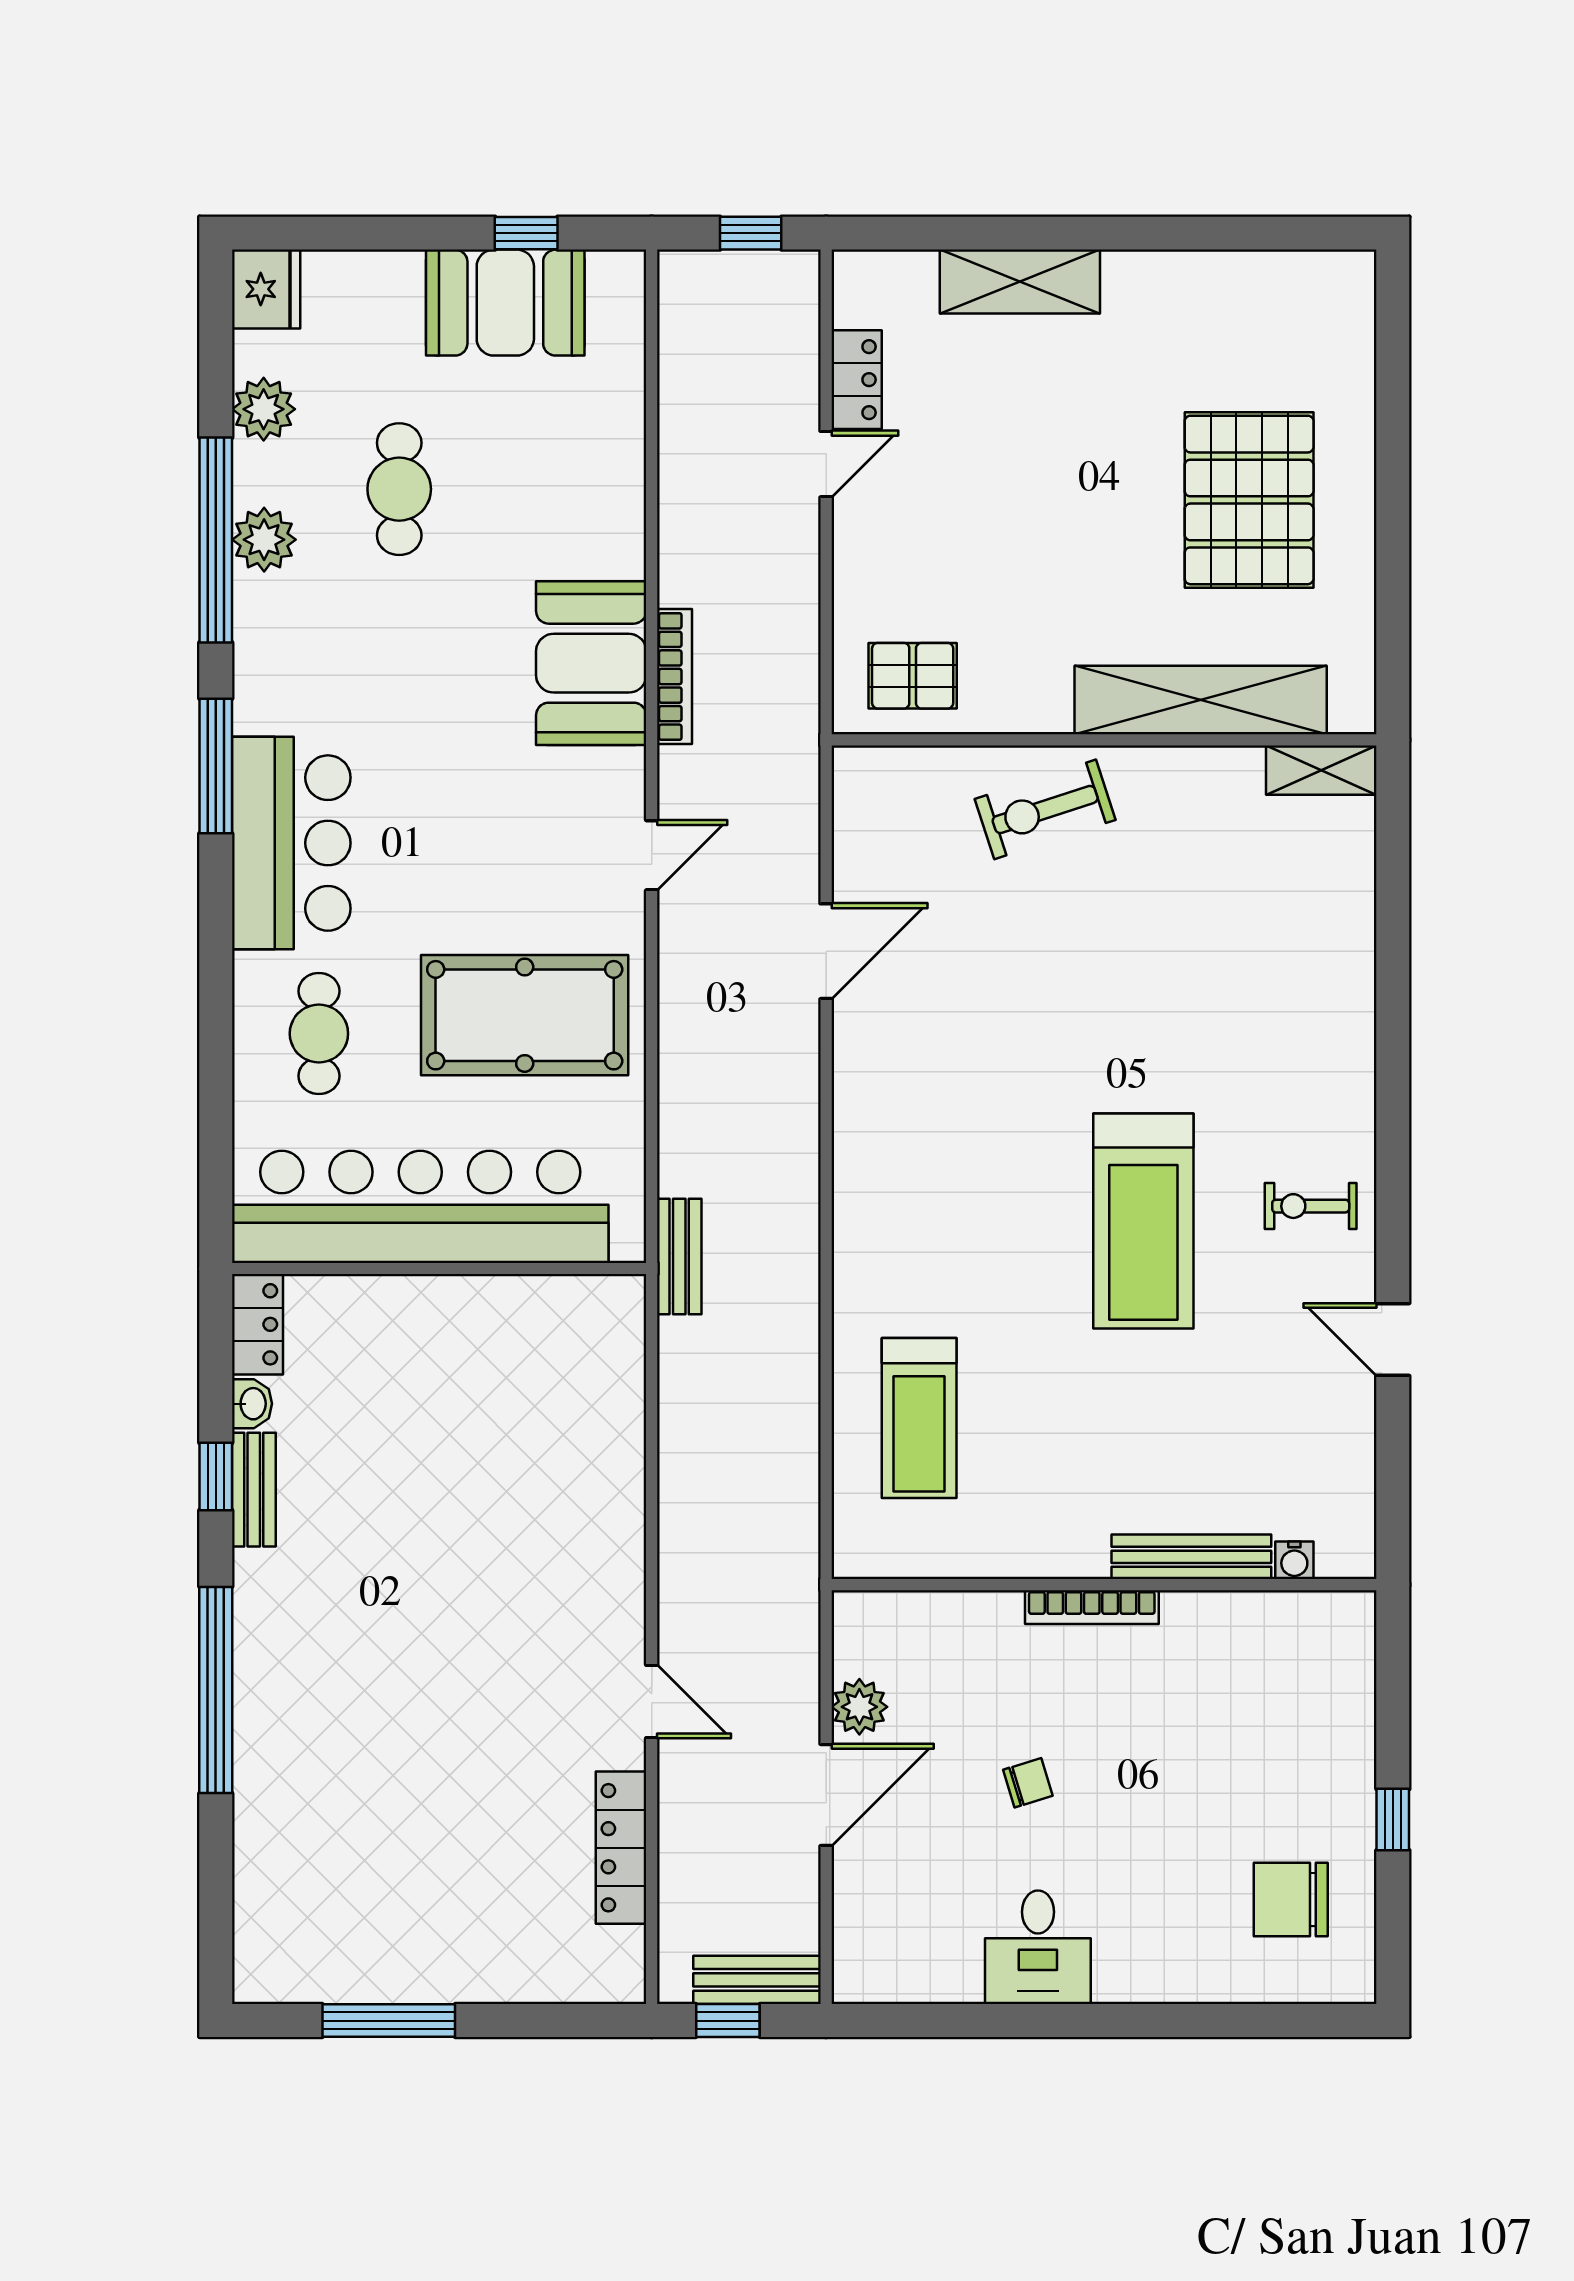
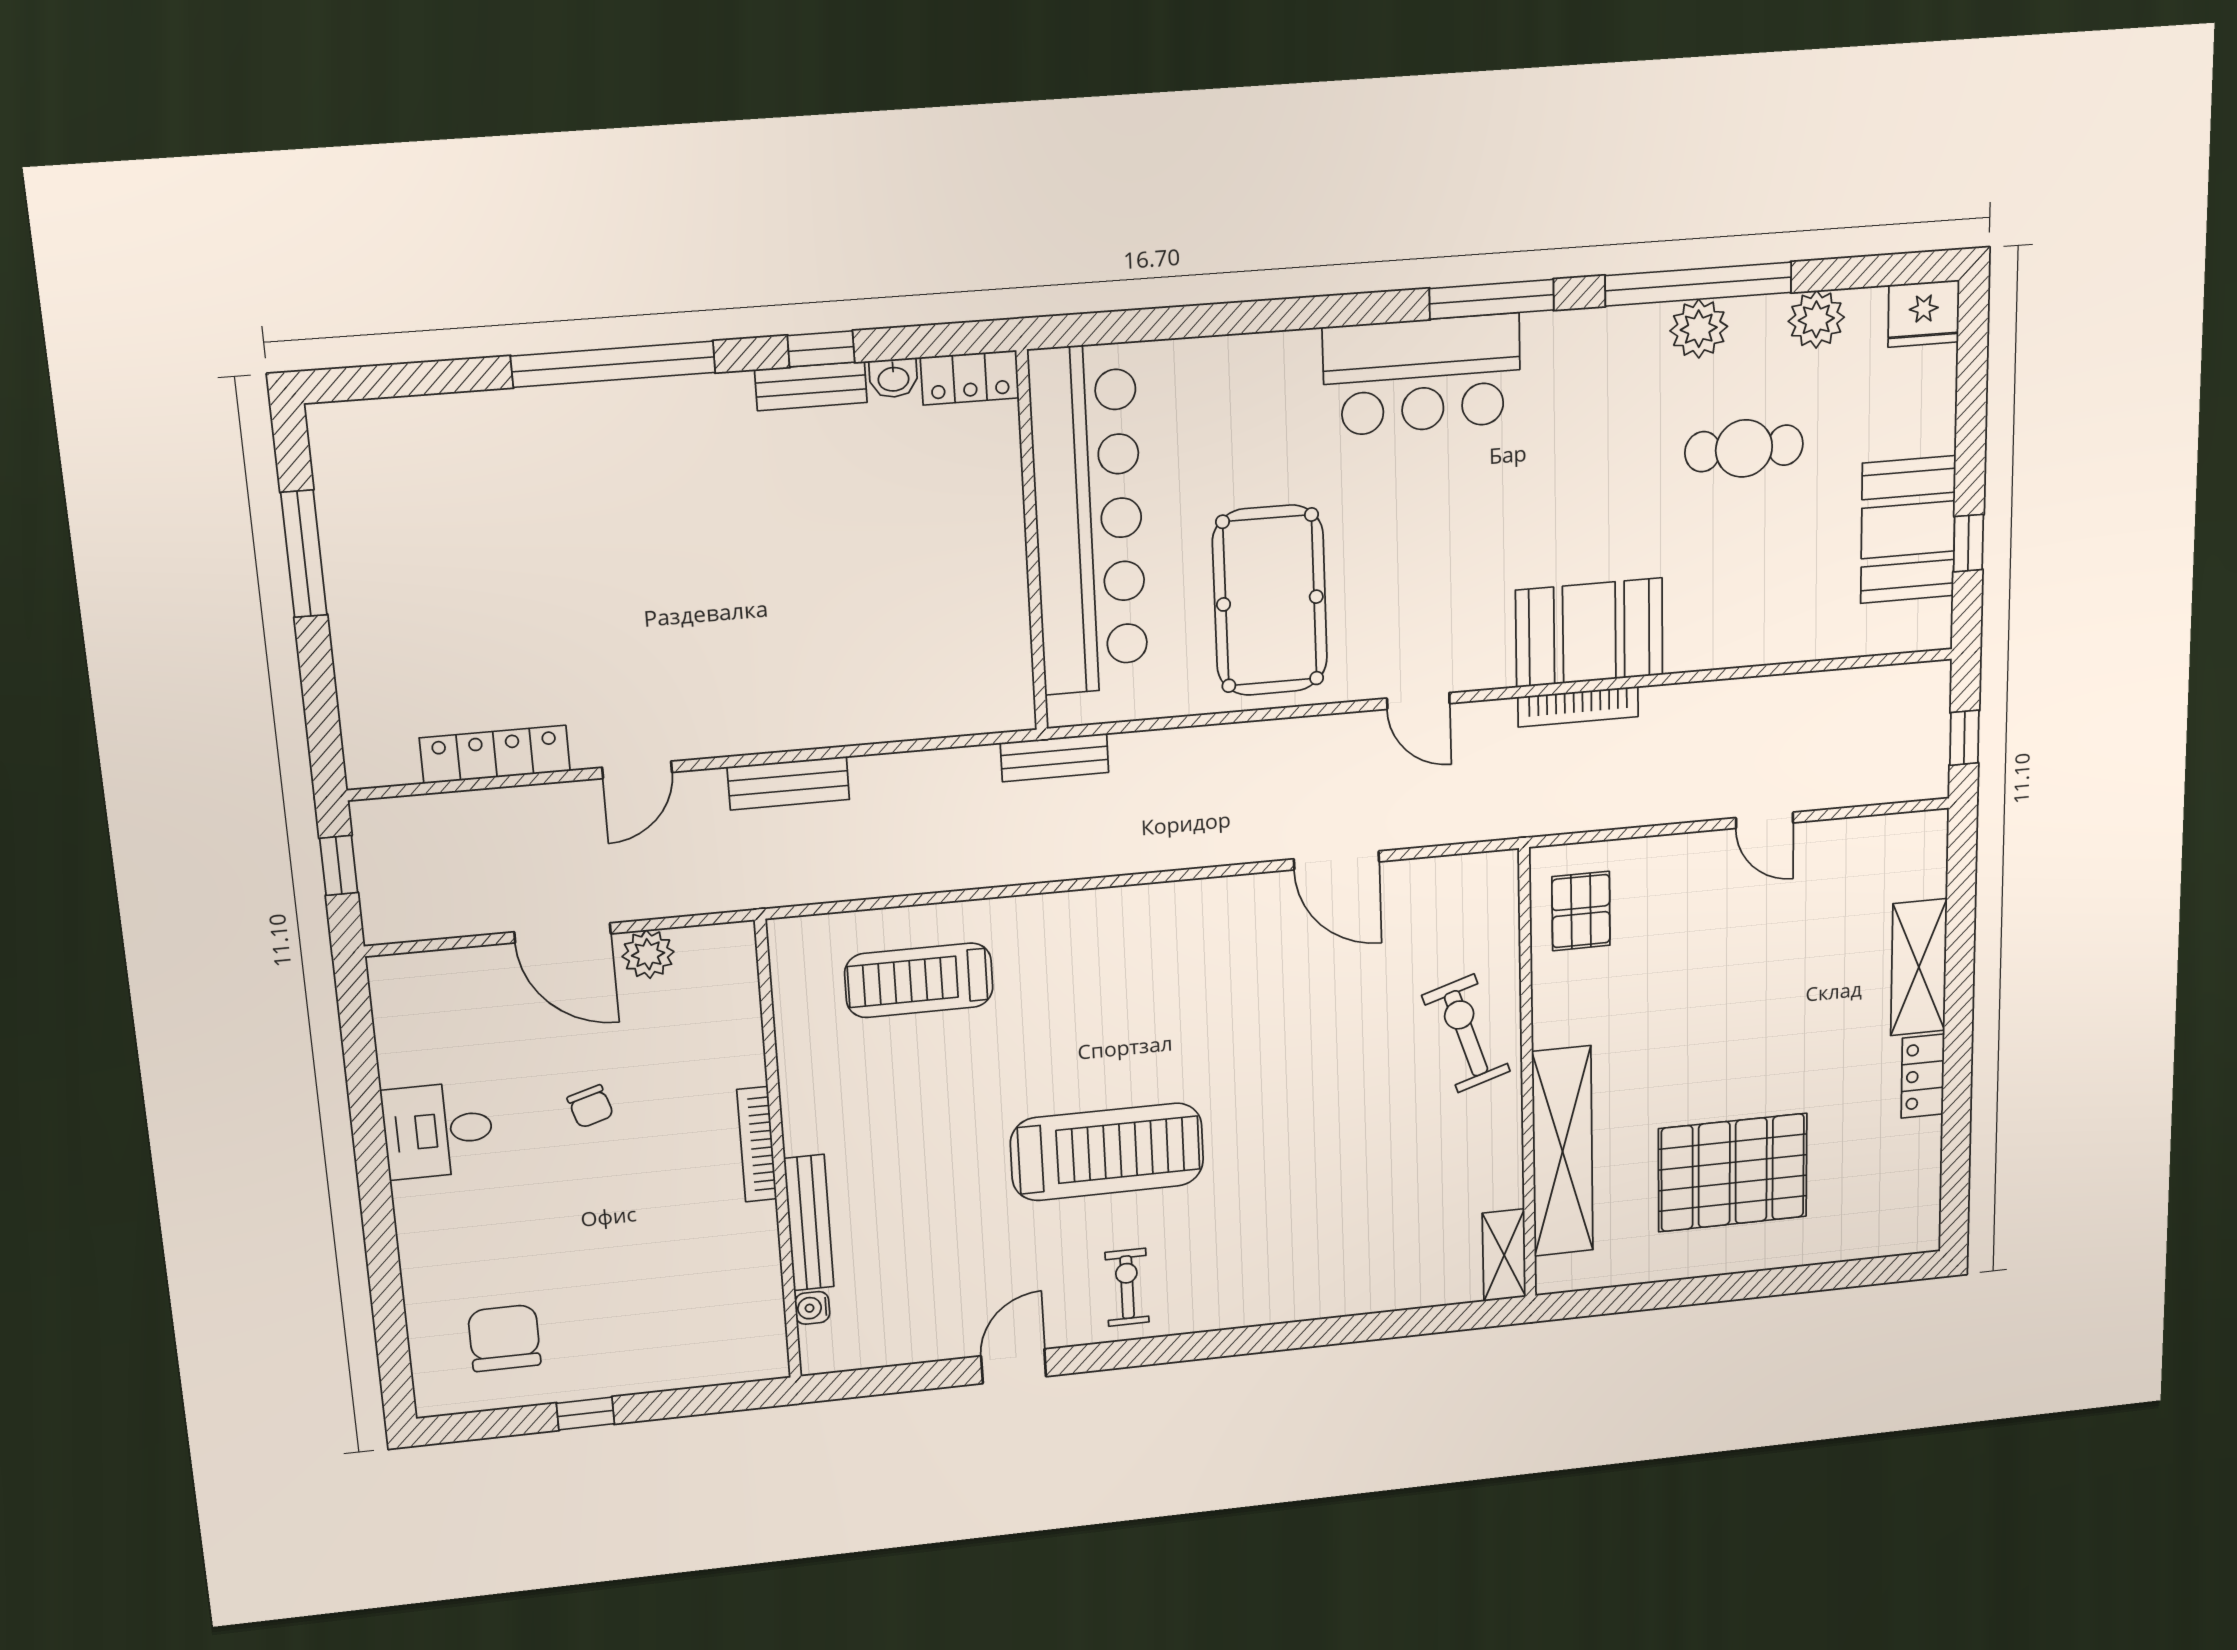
locker: (857, 380) -> (1923, 1076), moved, turned 90
cafe table: (319, 1034) -> (1246, 414), removed
treadmill: (1143, 1221) -> (1107, 1152), turned 180
bench: (757, 1980) -> (788, 783), moved, turned 90

